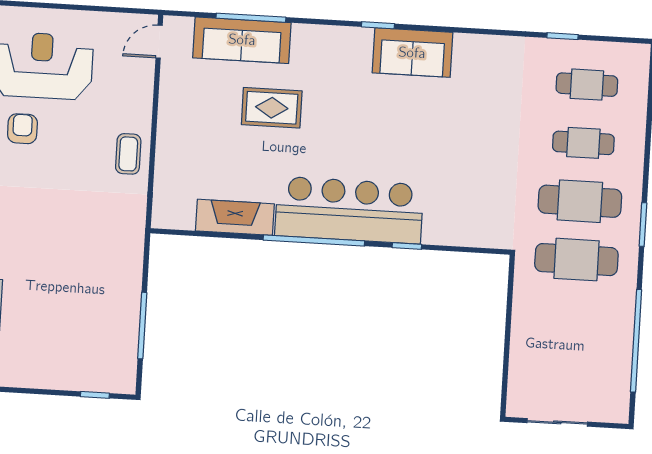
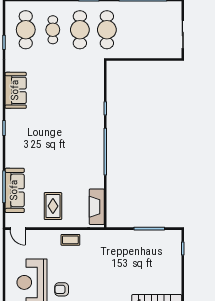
sofa: (412, 53) -> (16, 90), moved
cafe table: (587, 85) -> (26, 30), width x1.37, depth x1.35
rug: (272, 108) -> (53, 206), moved
bar counter: (349, 210) -> (90, 136), removed
fireplace: (235, 217) -> (97, 207), moved

